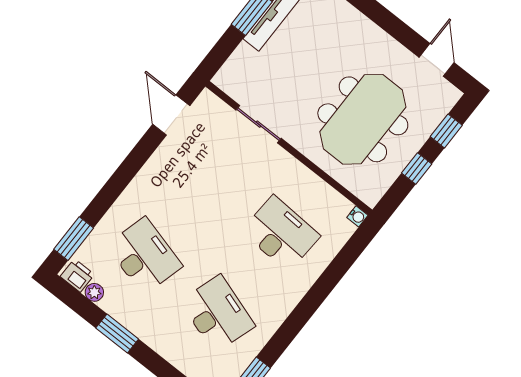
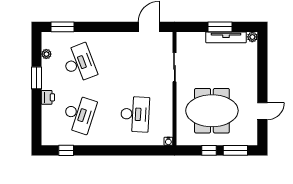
door: (437, 60) -> (262, 111), moved
window: (446, 131) -> (235, 150), width x1.50
desk: (144, 256) -> (79, 63), turned -36
printer: (77, 276) -> (48, 97), moved

